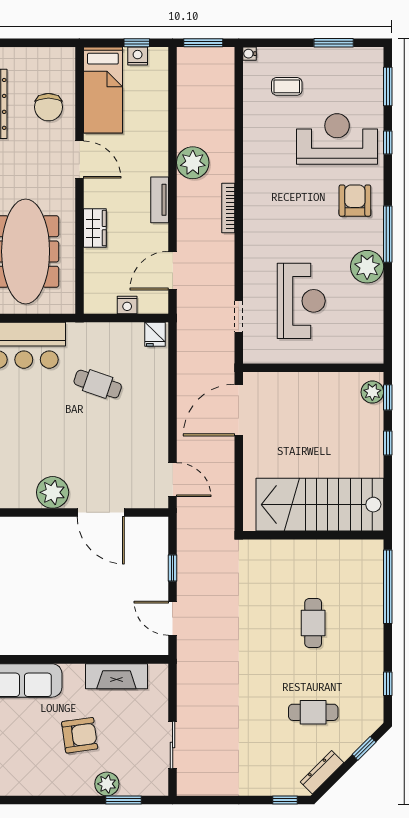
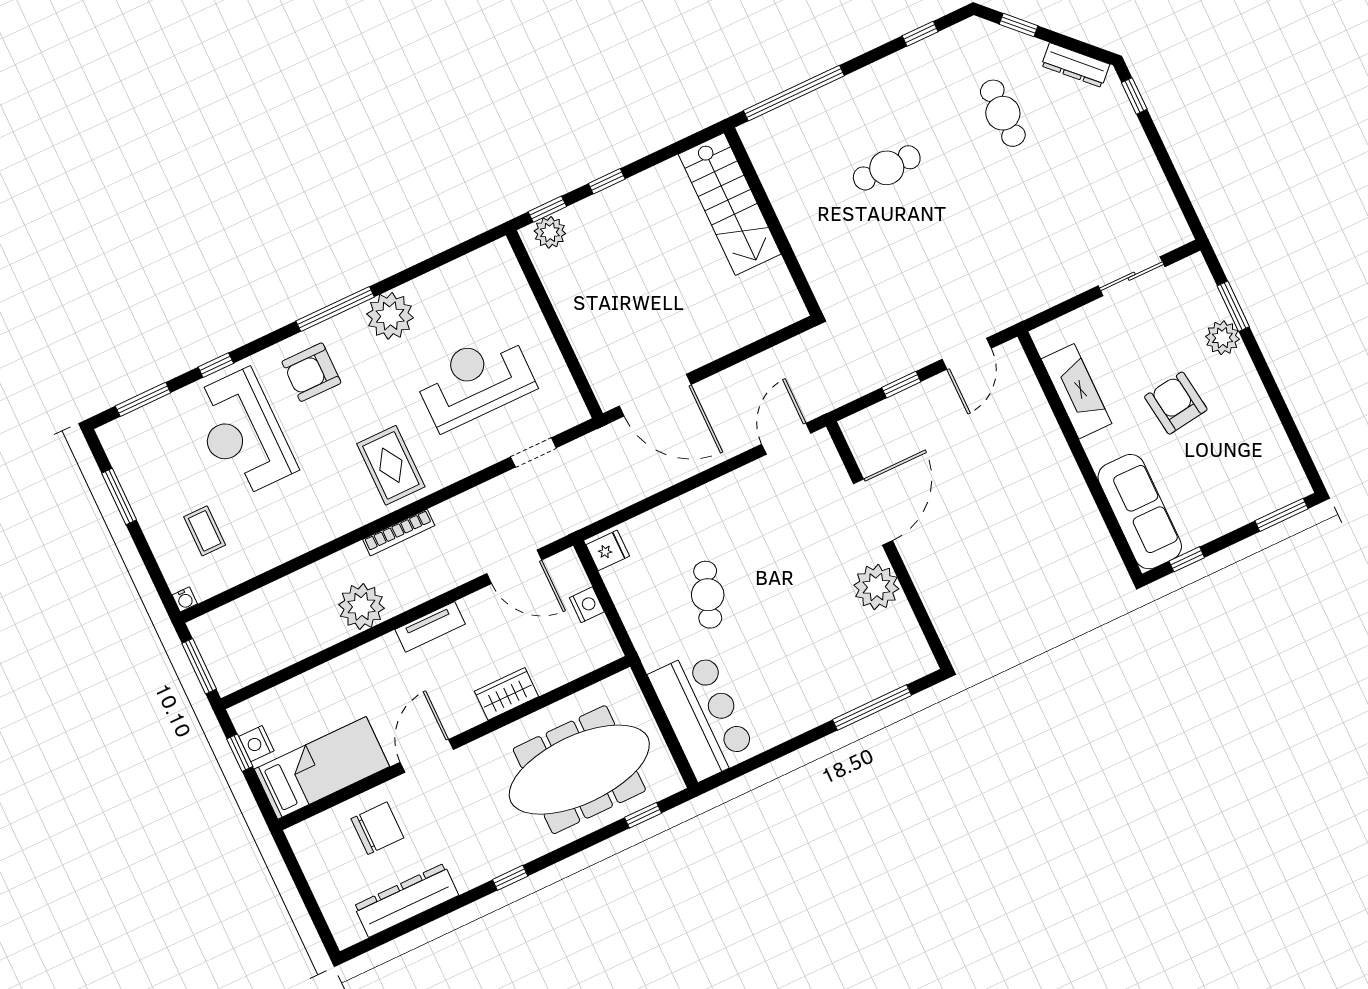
rug: (273, 223) -> (391, 465), added
stairs: (320, 505) -> (730, 204), width x0.73, depth x0.66

